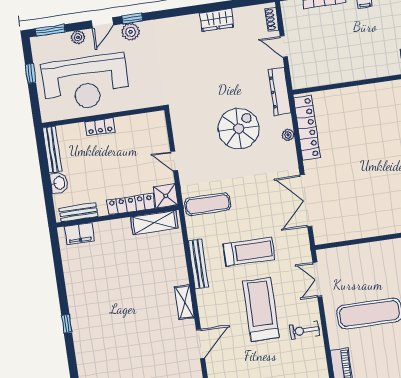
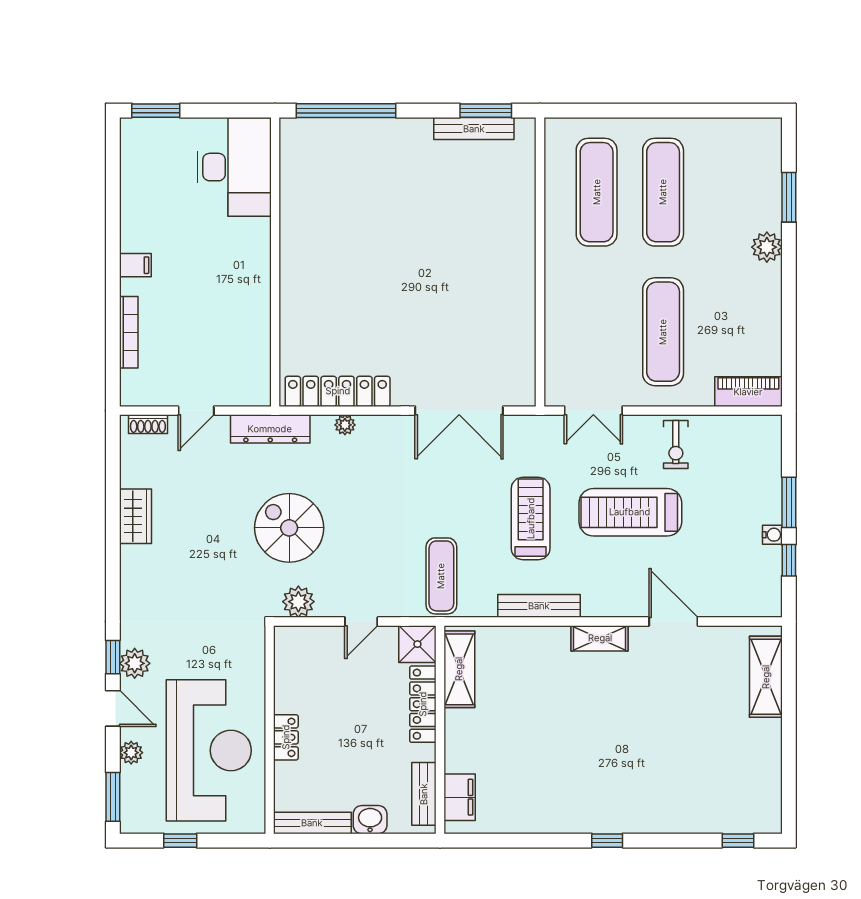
plant: (181, 123) -> (298, 602), added
spiral stairs: (239, 129) -> (289, 528), moved

